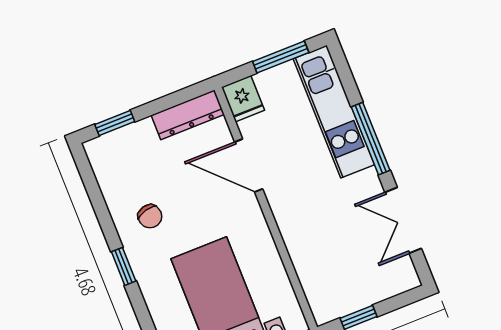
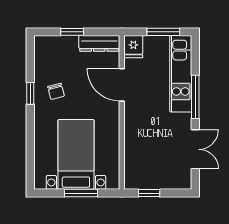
window: (115, 123) -> (72, 32), moved
double door: (403, 220) -> (195, 149), swing flipped
window: (124, 266) -> (30, 93), moved

